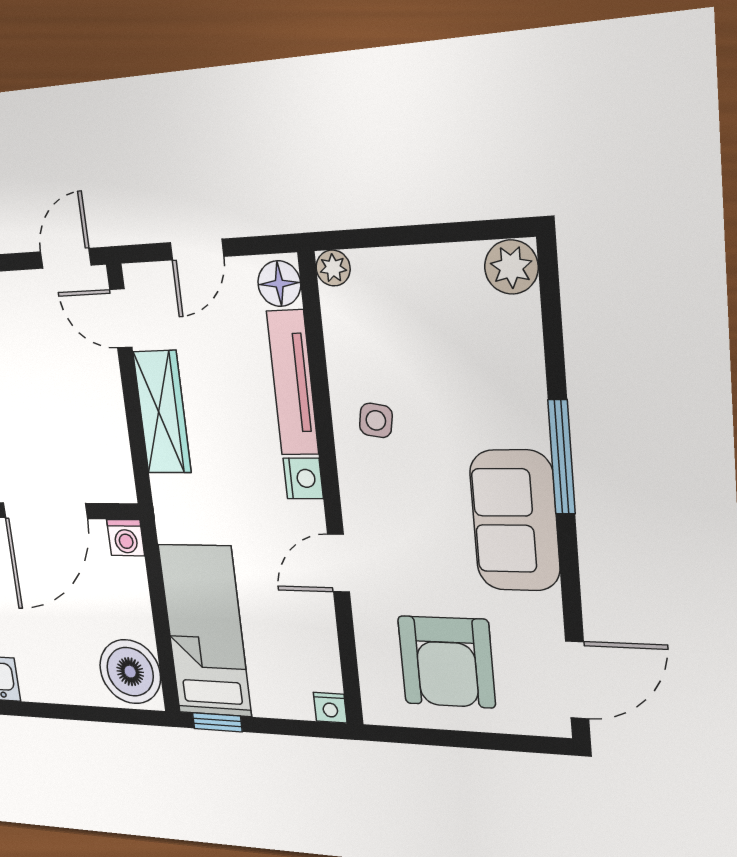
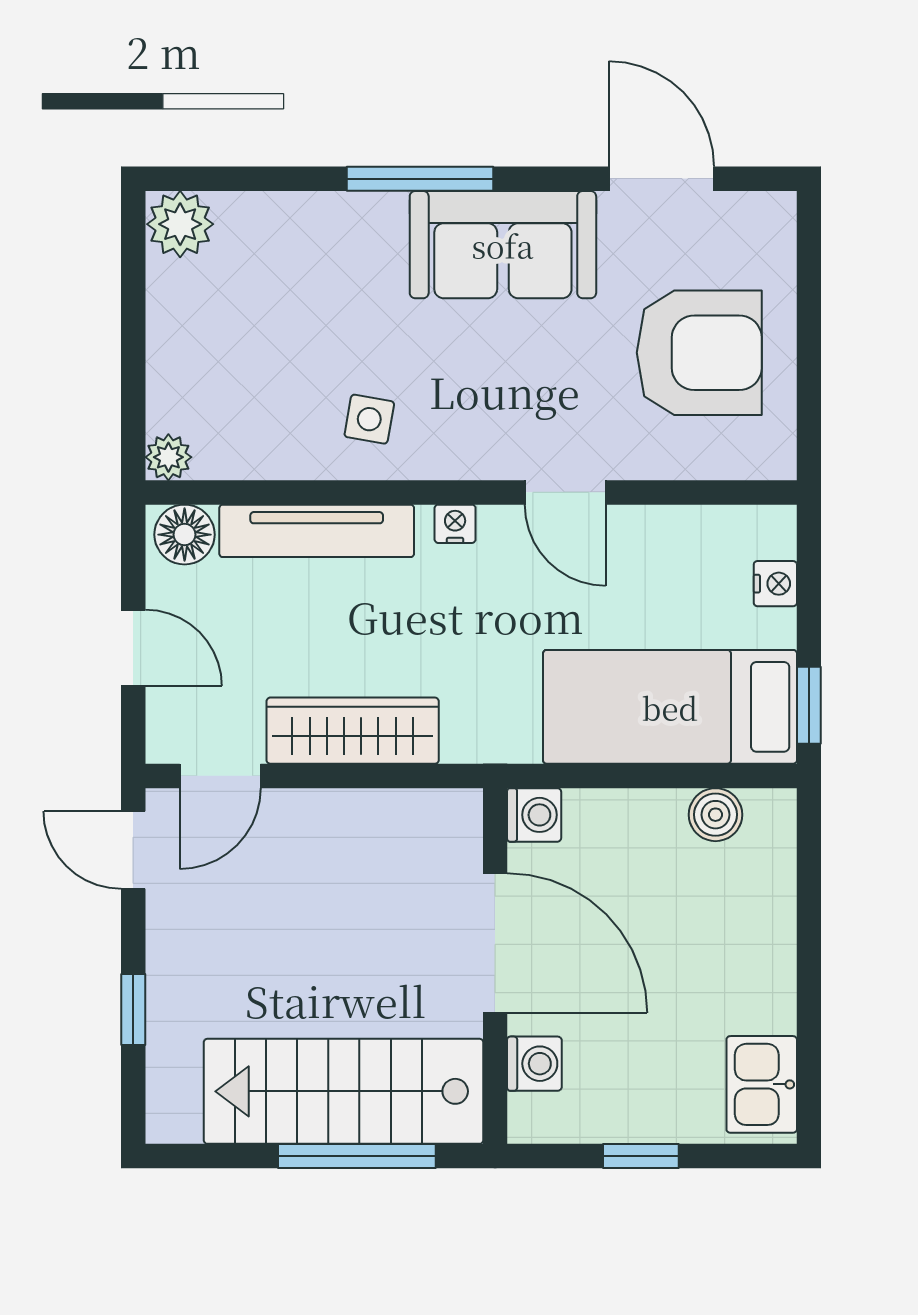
nightstand: (303, 478) -> (455, 524), width x0.72, depth x0.74
boiler: (130, 672) -> (715, 815), width x0.54, depth x0.54
door: (577, 680) -> (661, 179), moved
nightstand: (330, 708) -> (775, 584), moved

